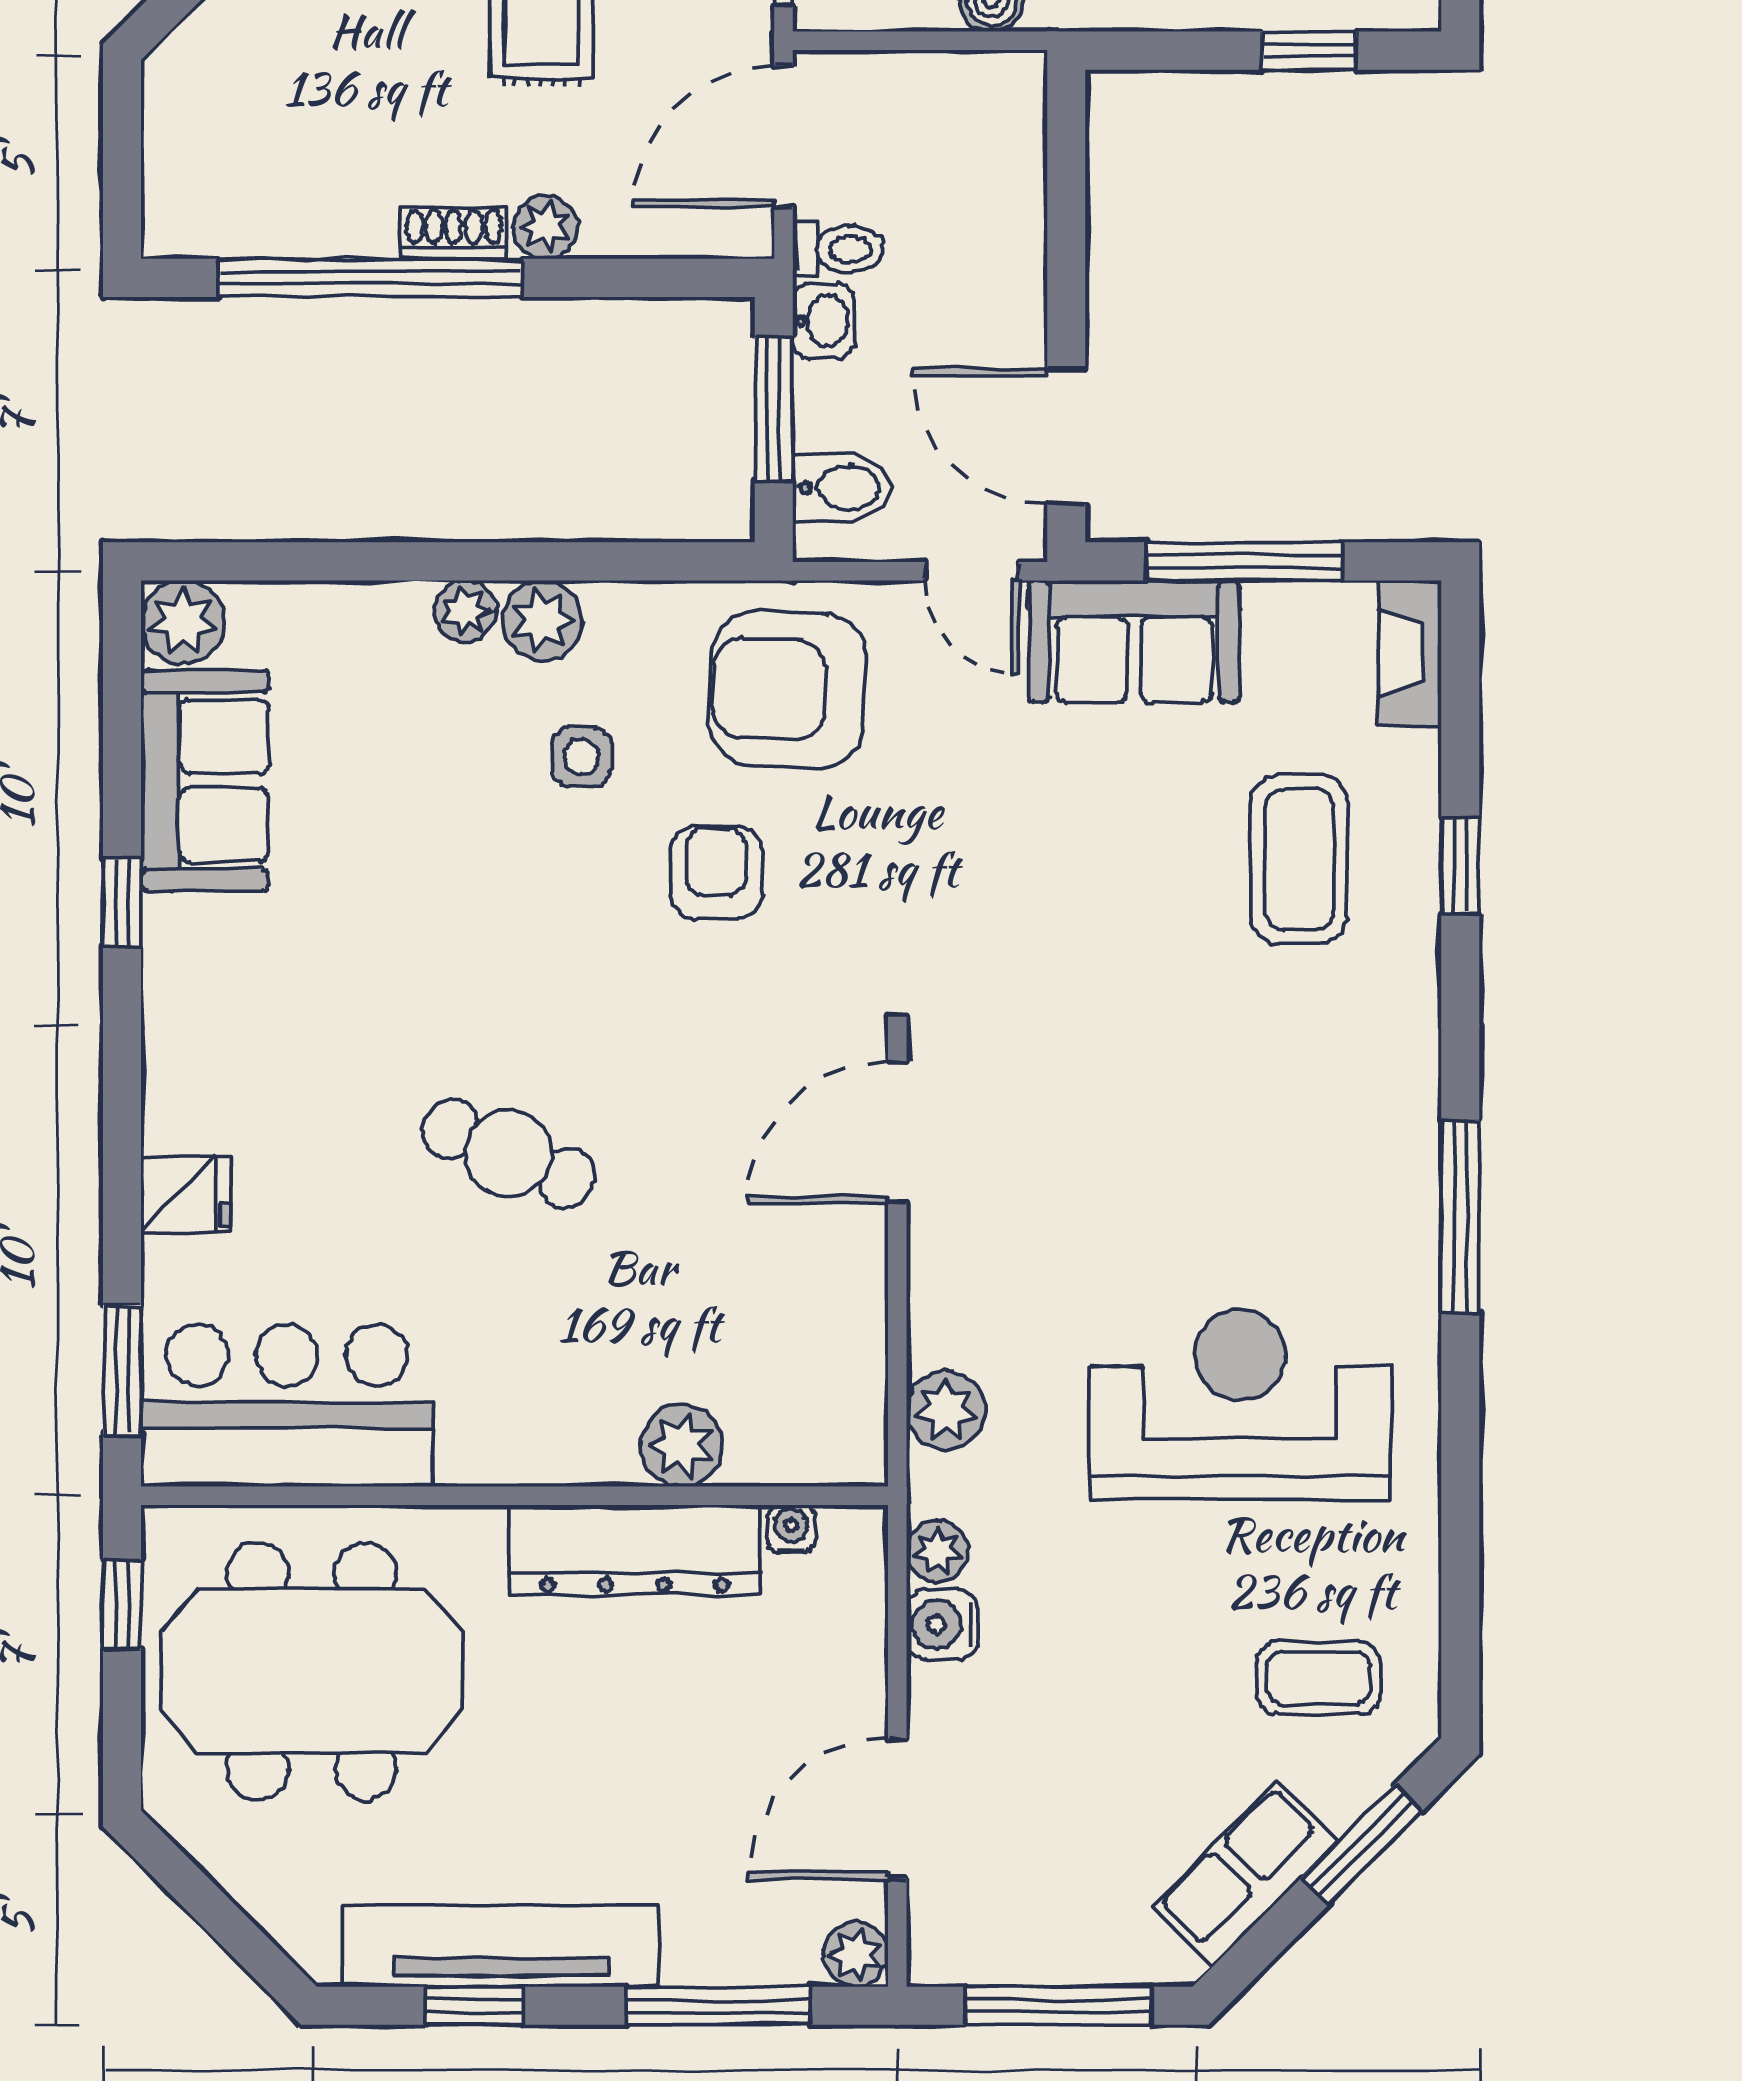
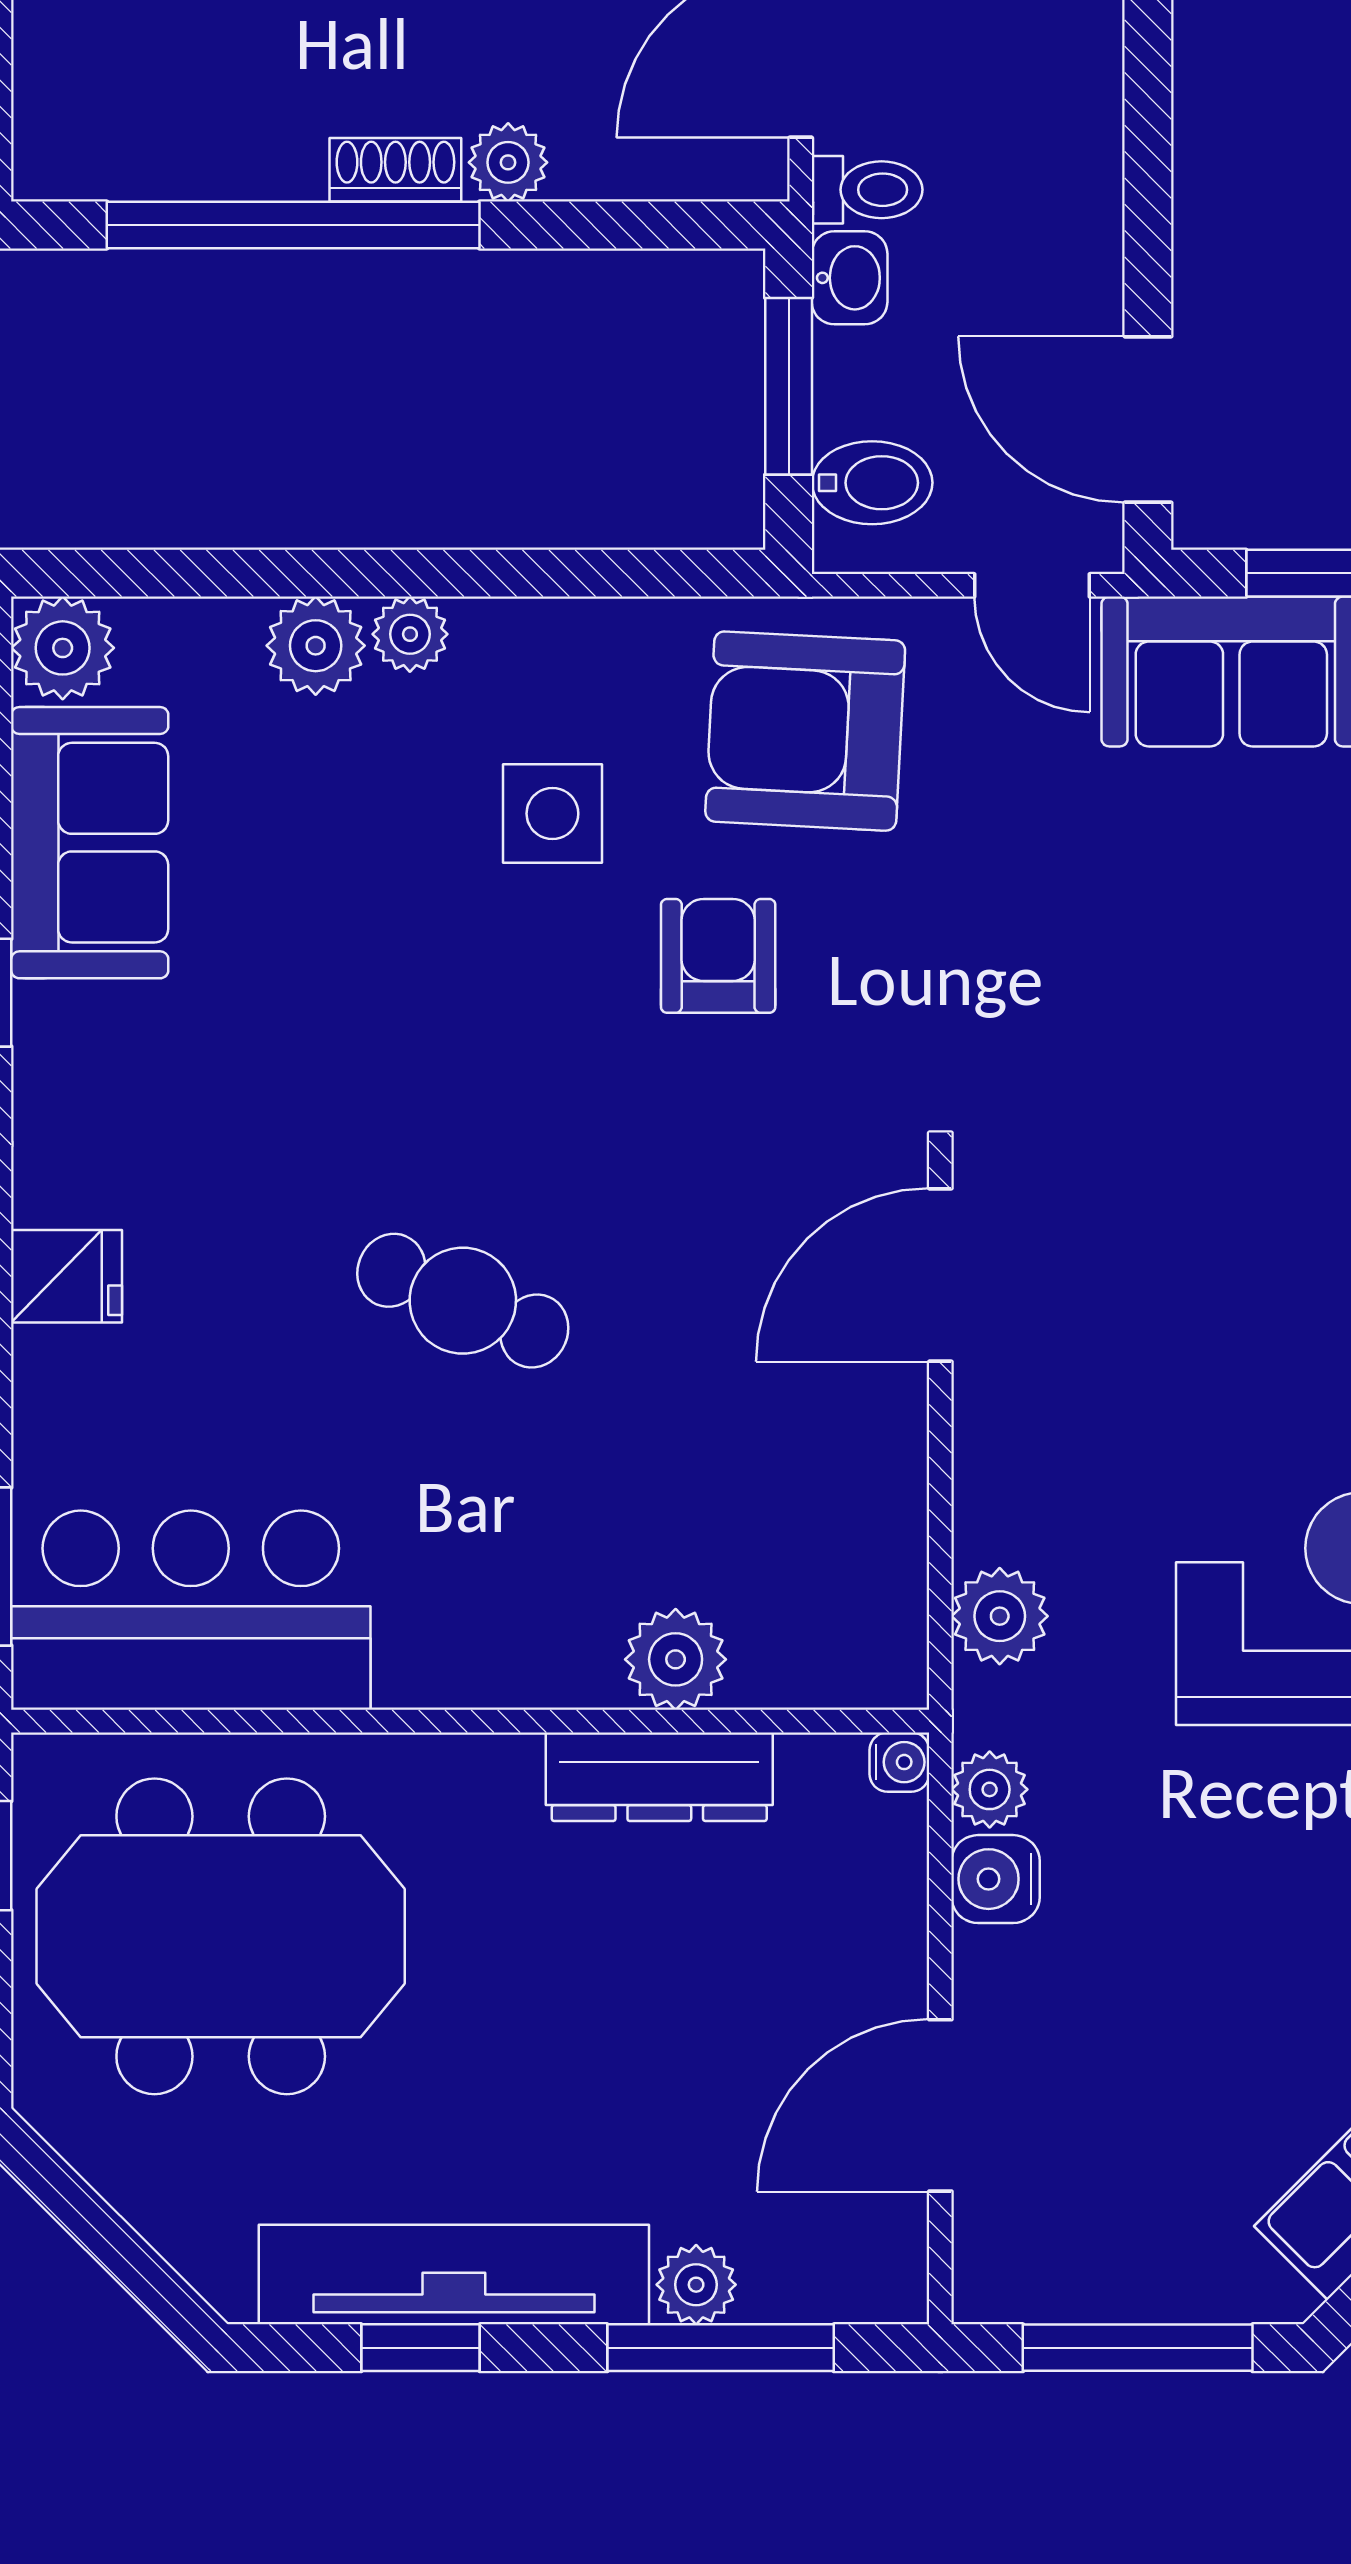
plant: (542, 620) -> (316, 646), moved
side table: (581, 757) -> (552, 814), width x1.37, depth x1.37
fridge: (186, 1195) -> (66, 1276), moved
water cooler: (791, 1529) -> (899, 1762), moved, turned 90
dresser: (635, 1550) -> (659, 1777), width x0.73, depth x0.80
plant: (856, 1954) -> (696, 2285), moved

